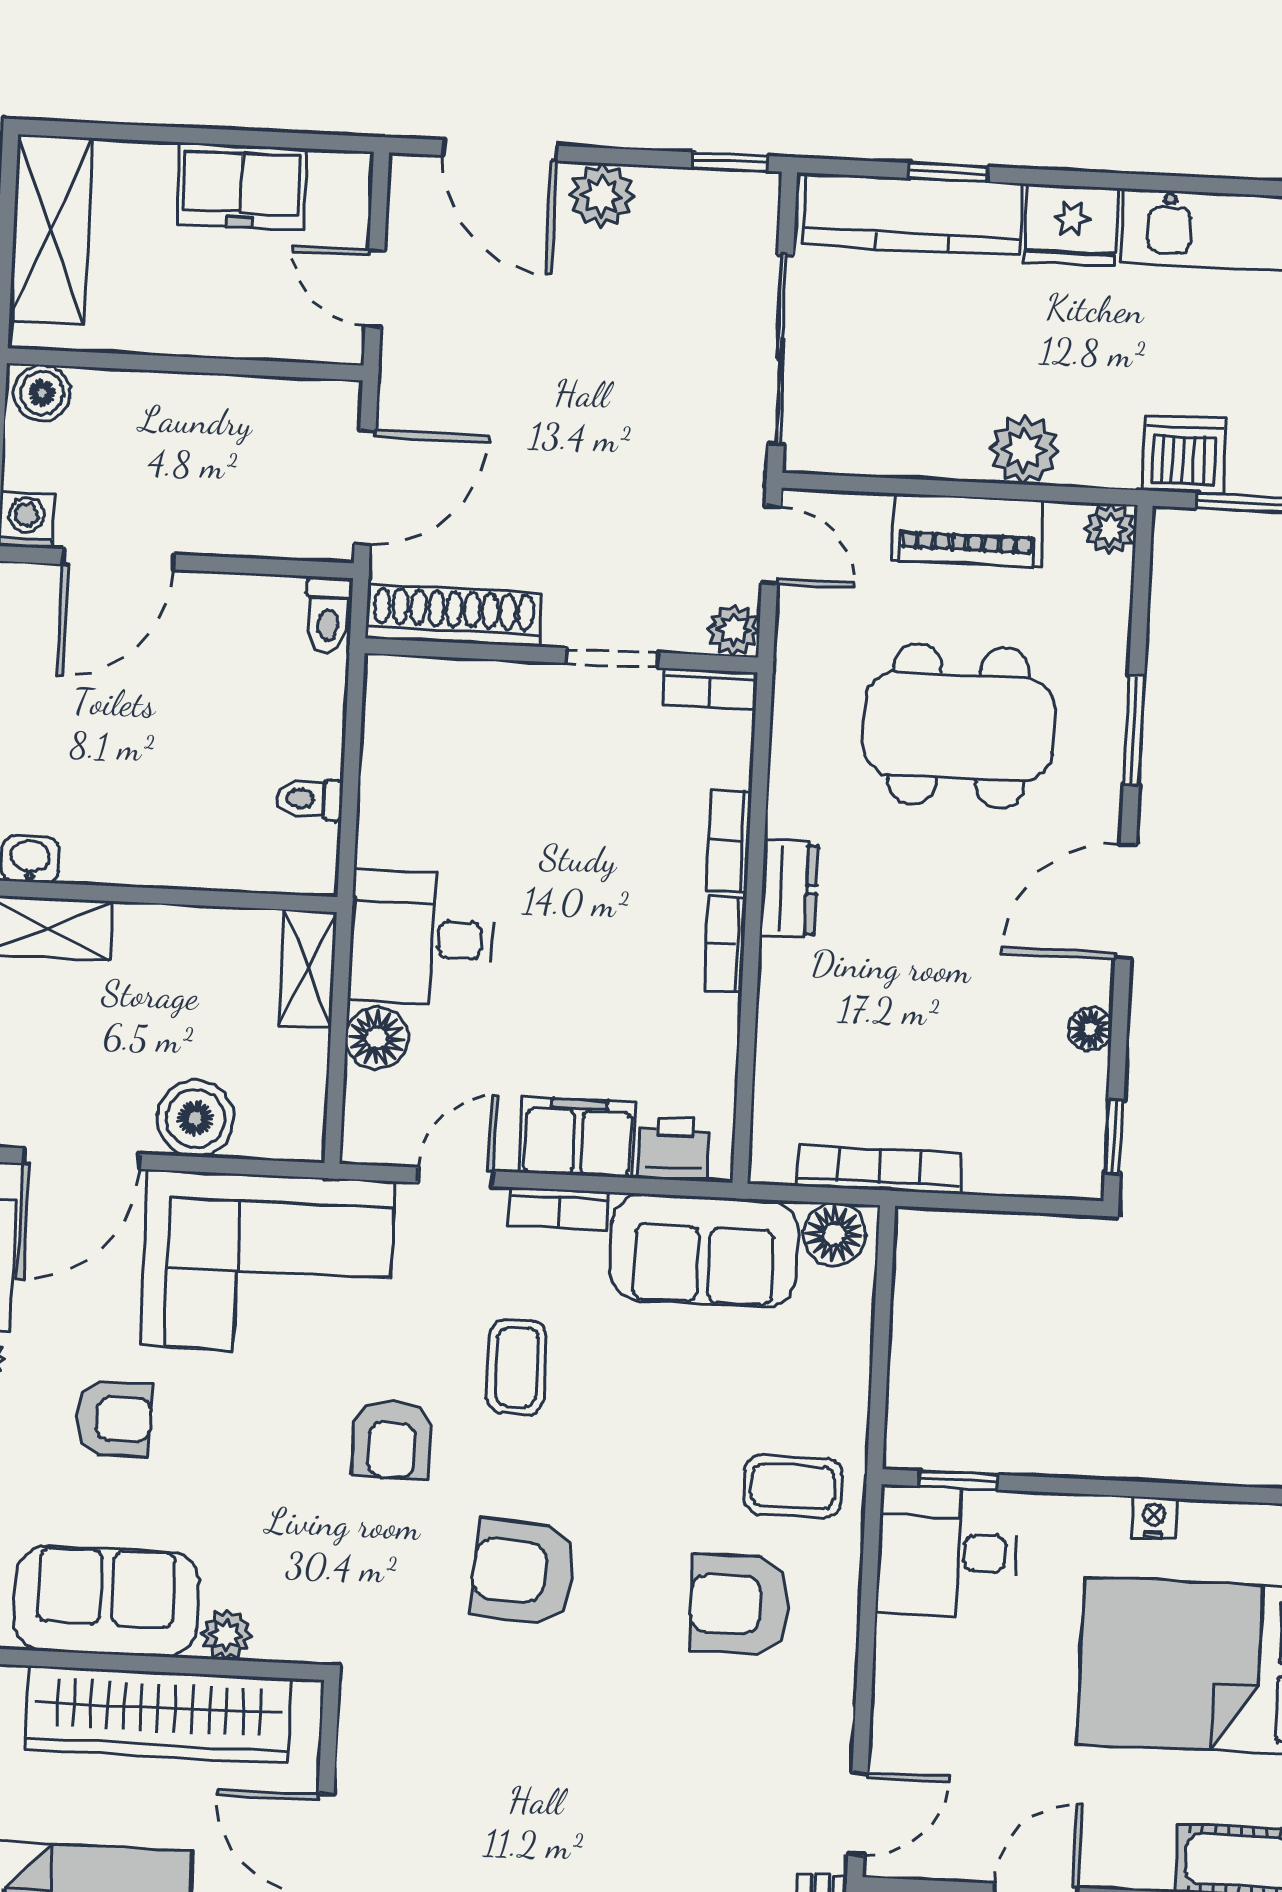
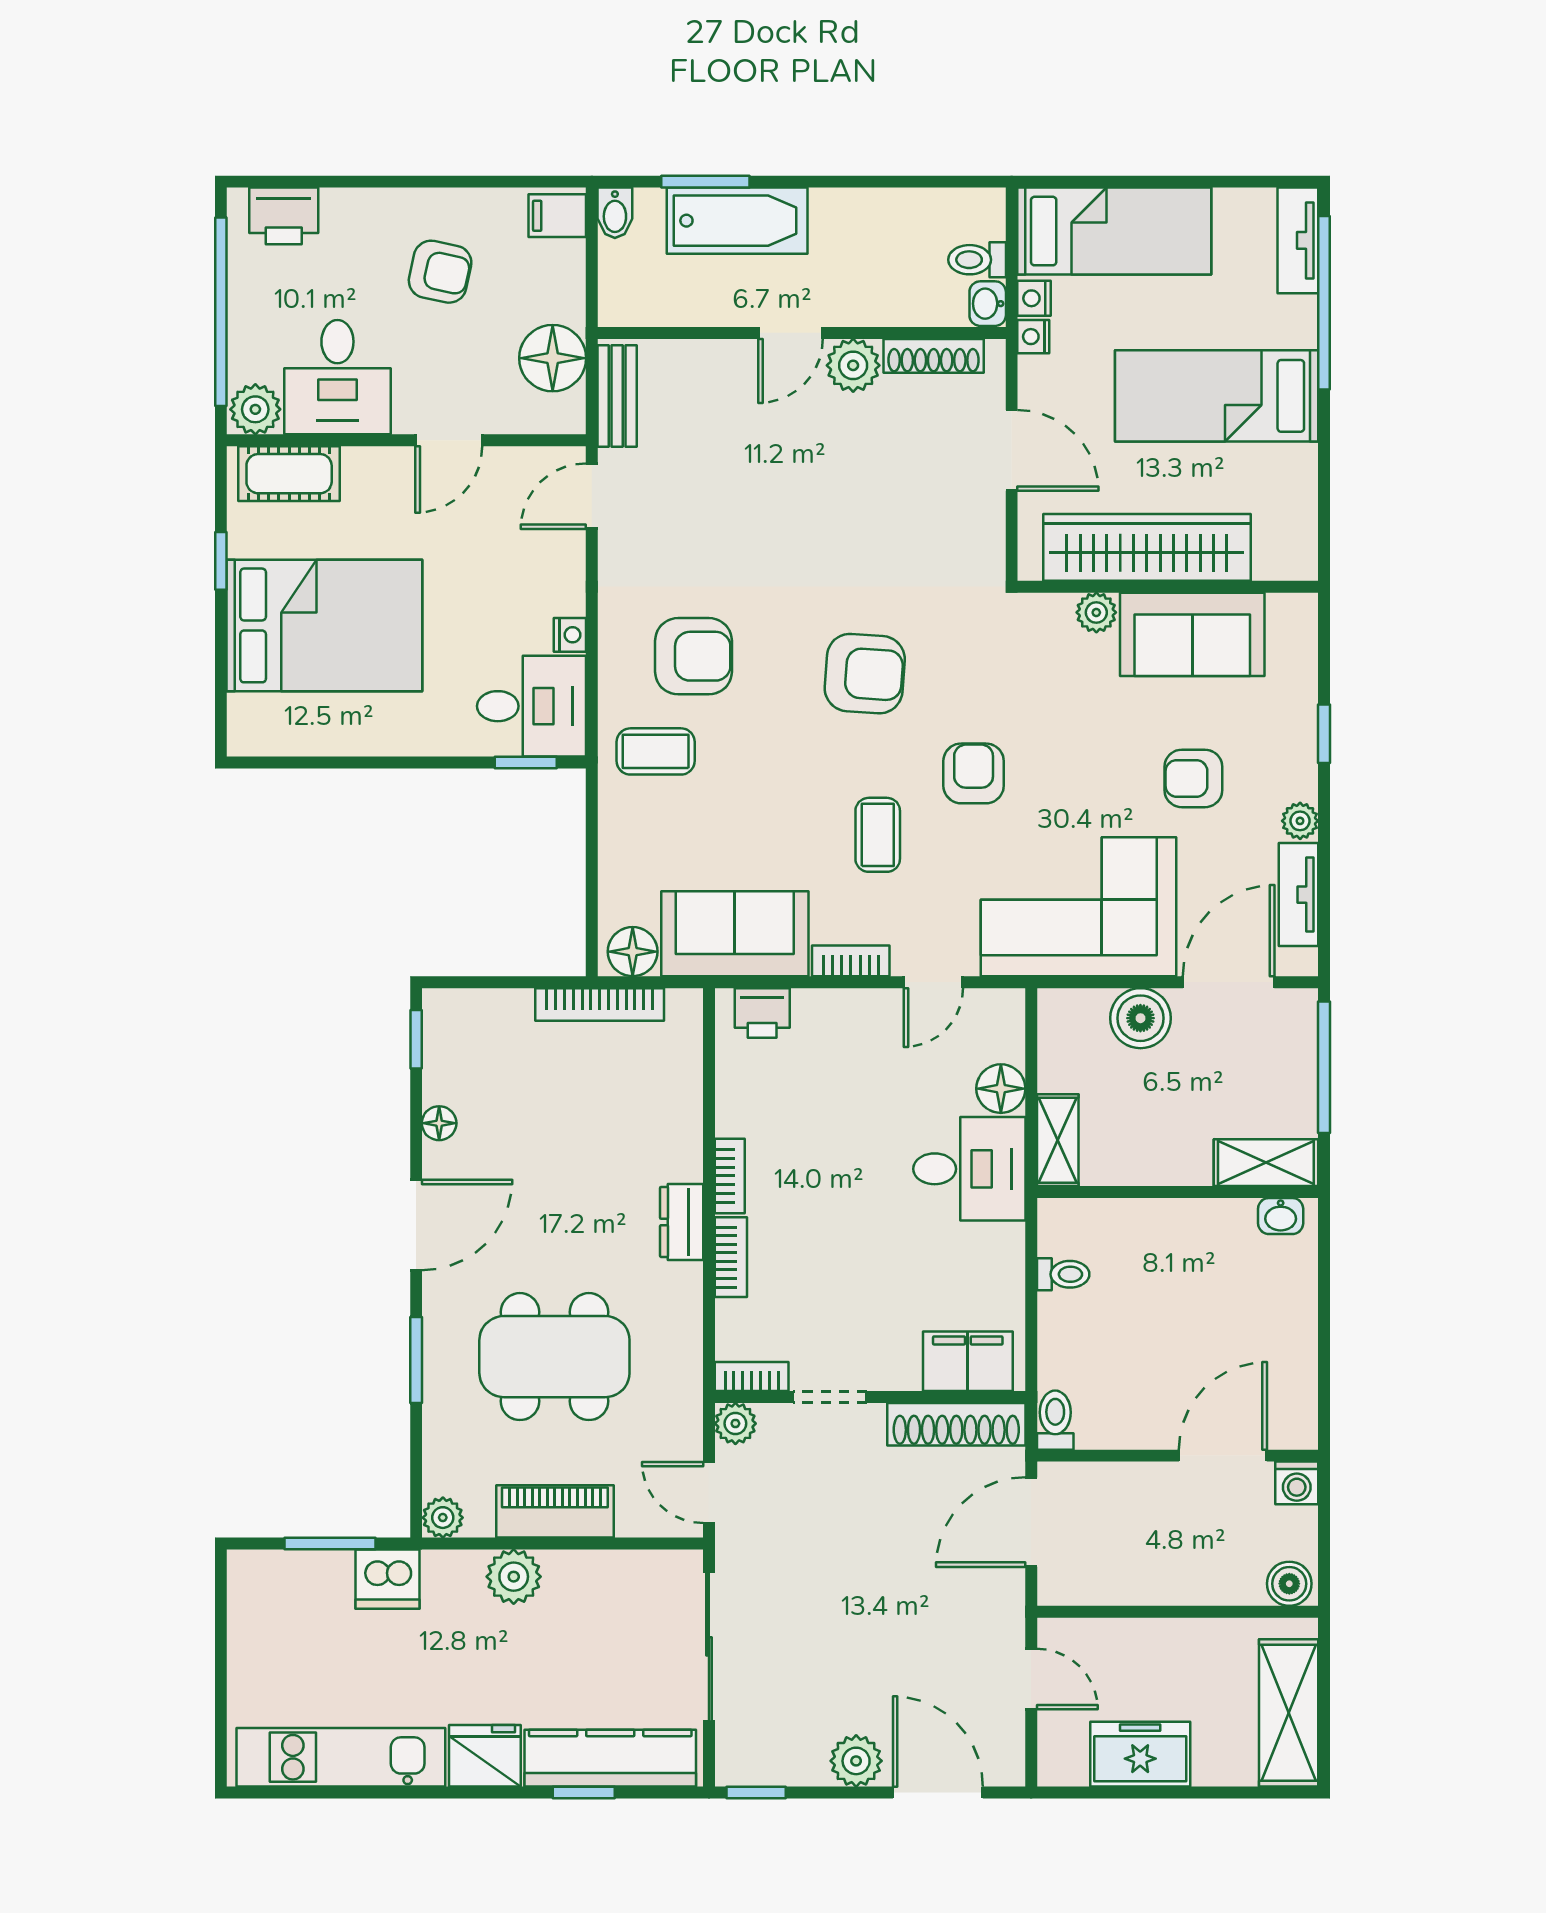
filing cabinet: (578, 1138) -> (968, 1361), moved, turned 180
nightstand: (1154, 1518) -> (570, 635), moved, turned -90

